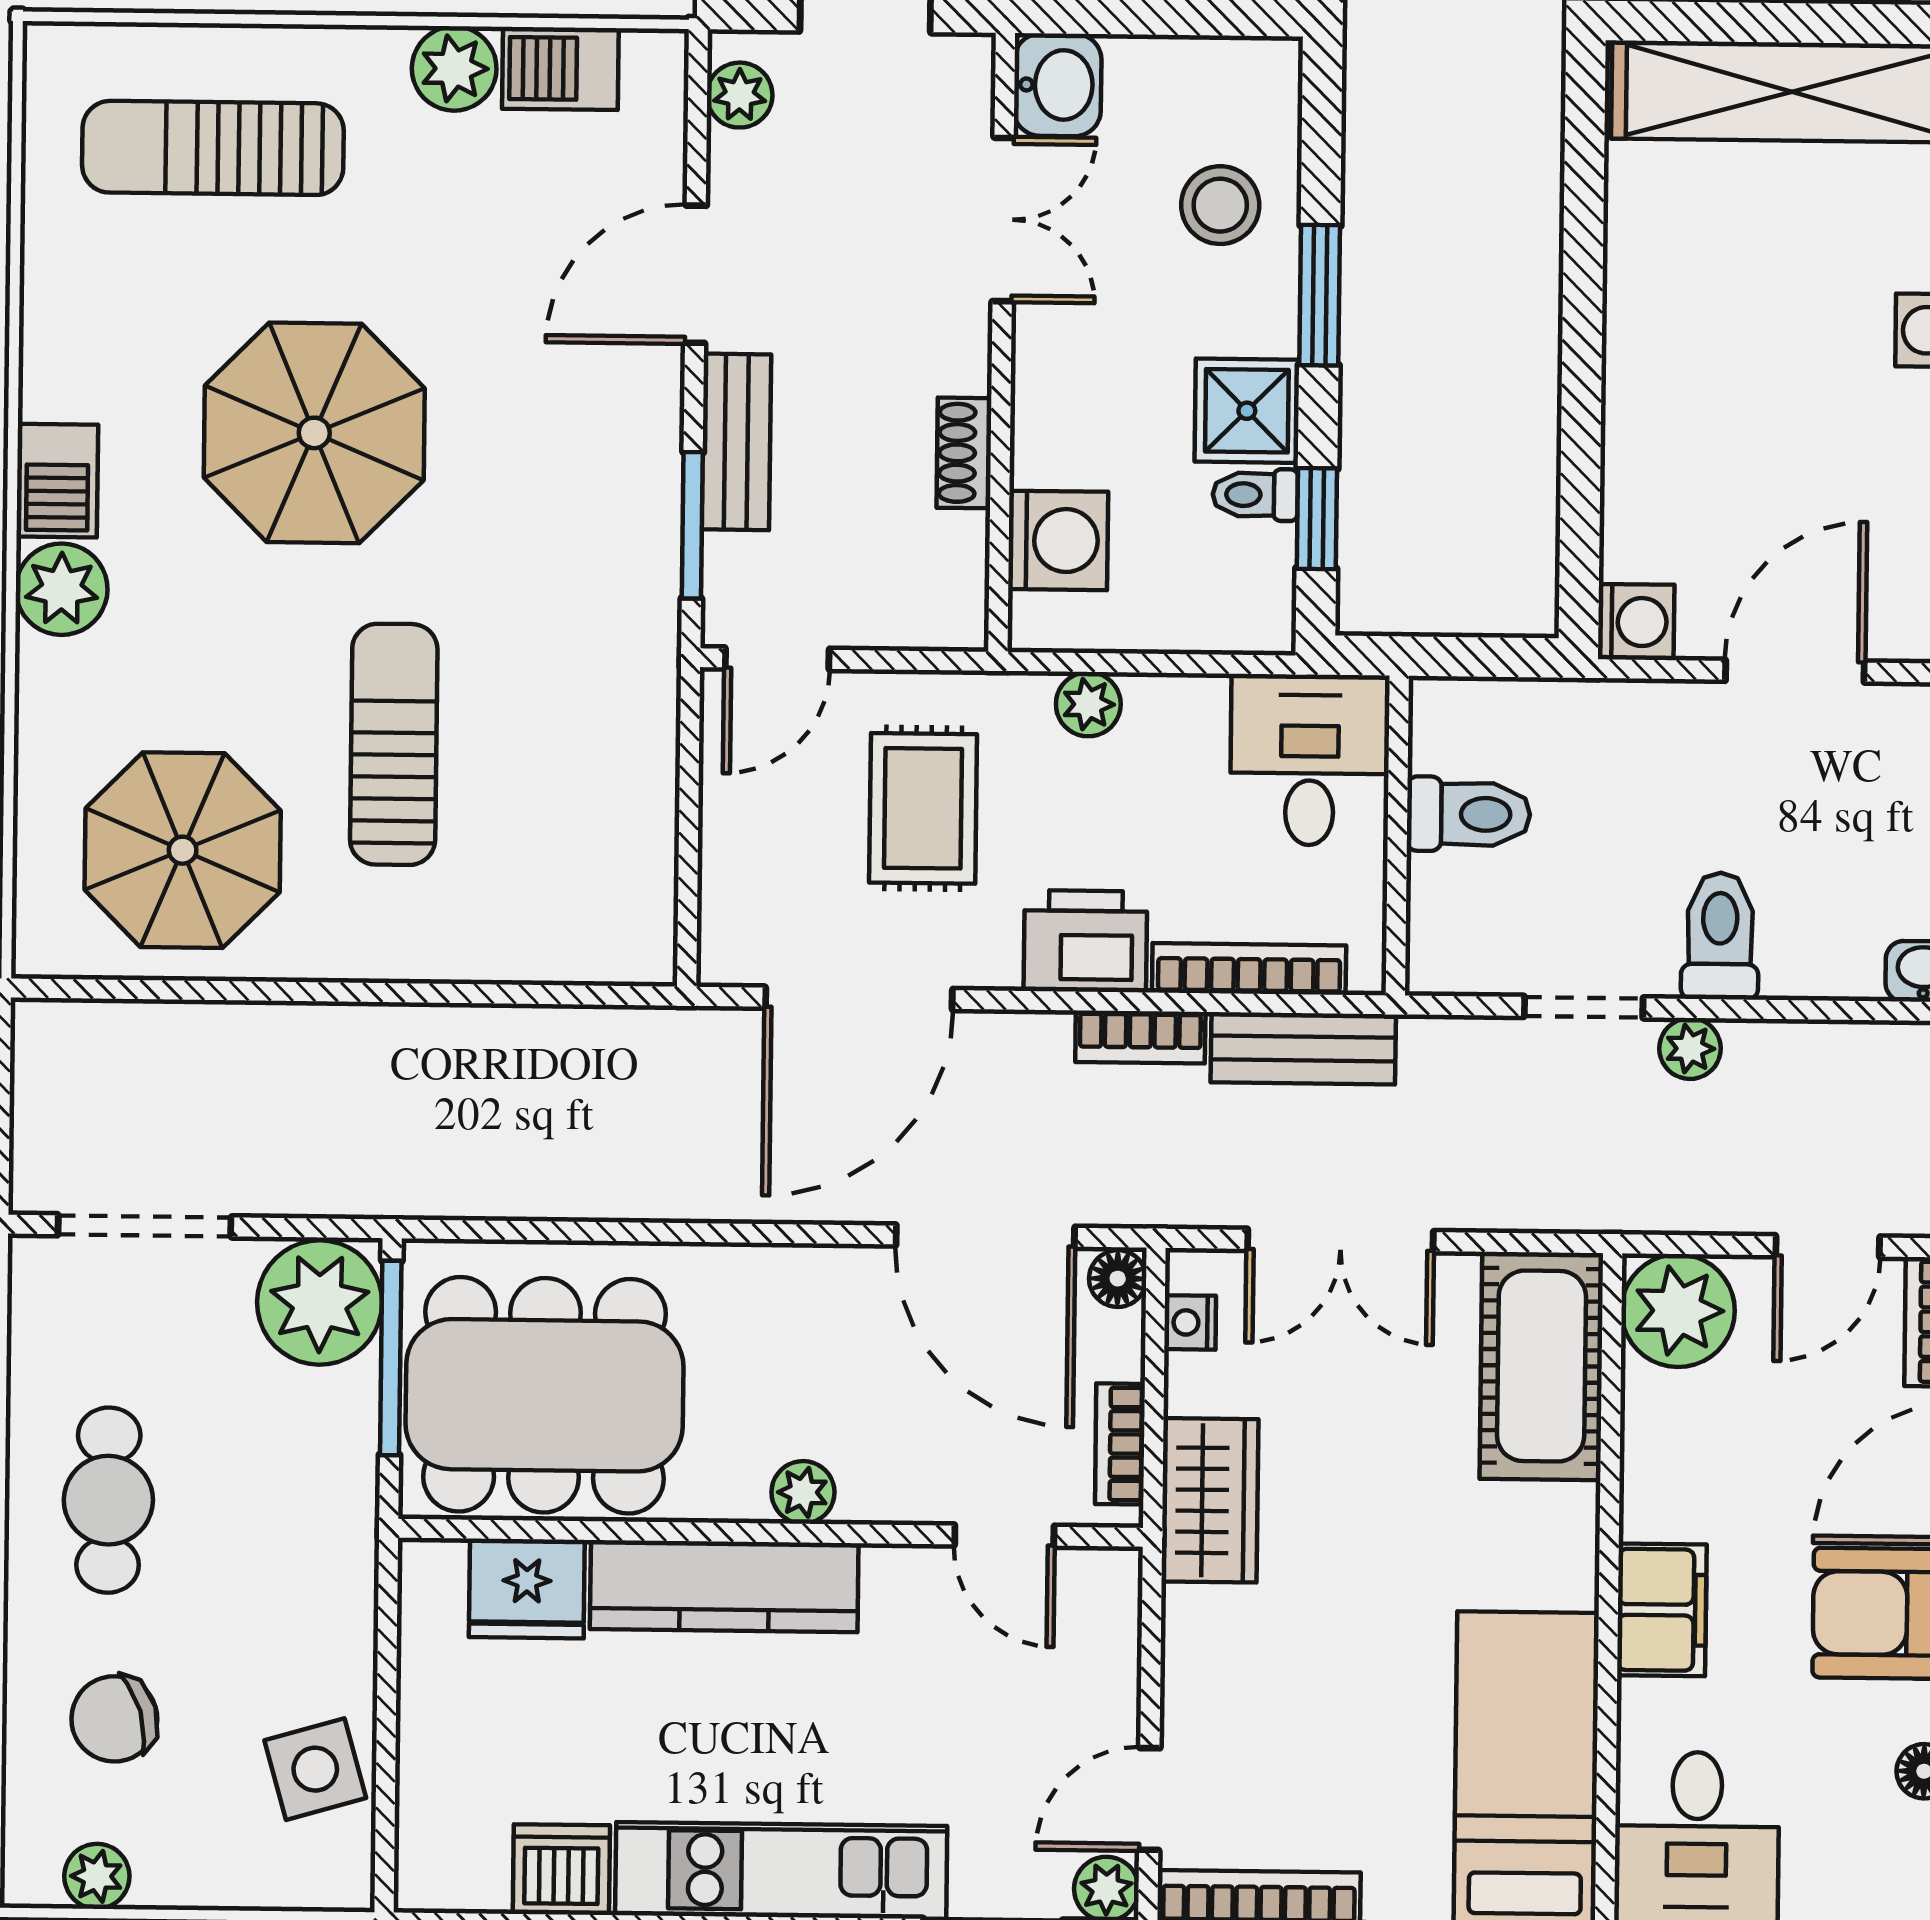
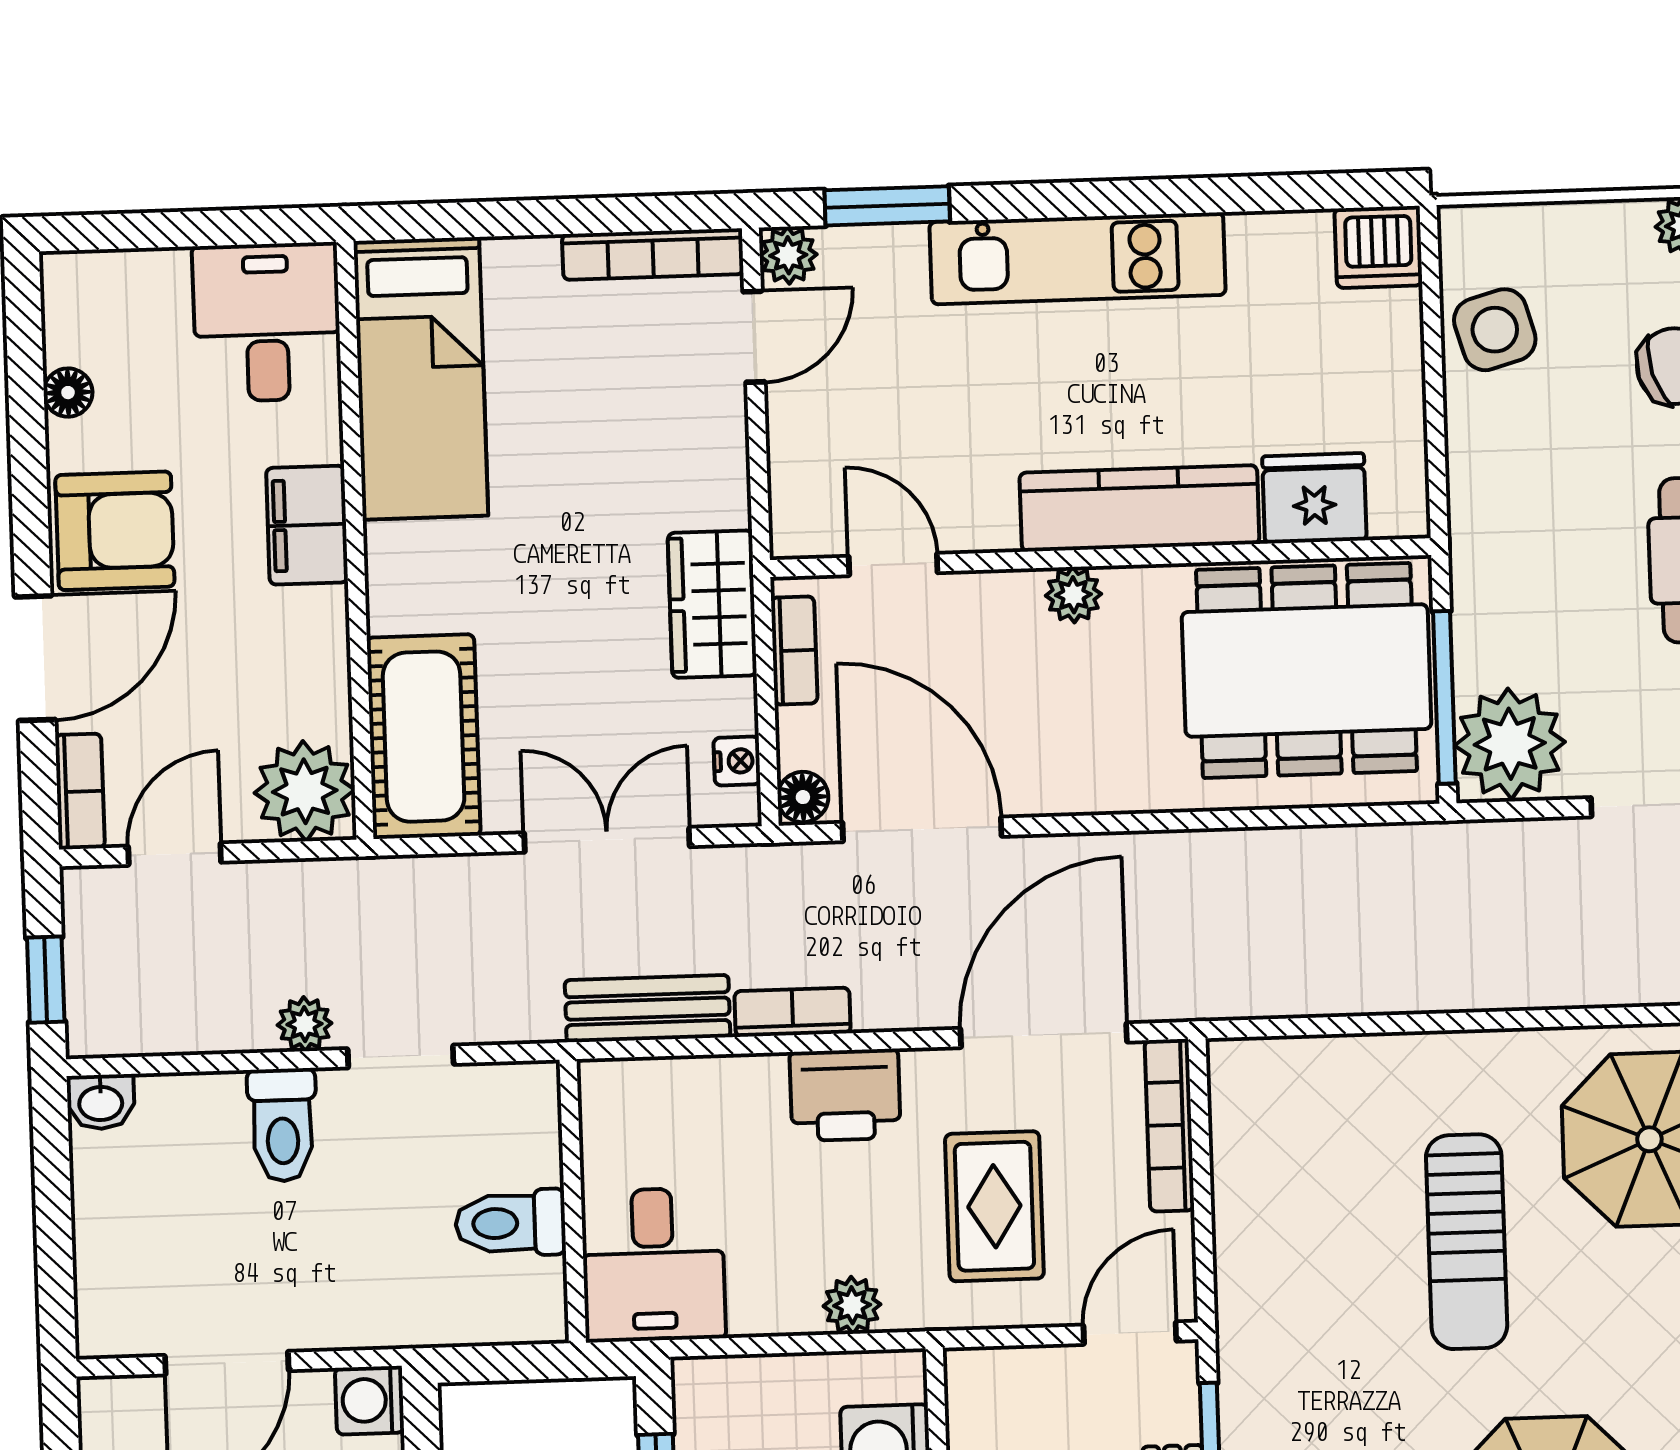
bookcase: (1249, 969) -> (1169, 1125), moved, turned 90
dishwasher: (561, 1870) -> (1378, 247), moved

